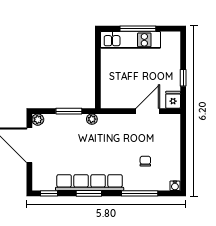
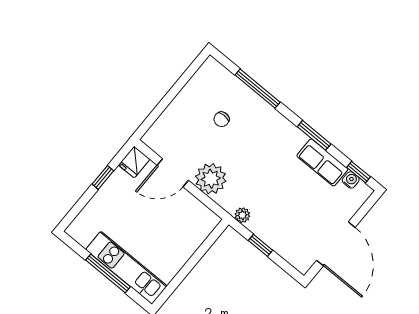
window: (69, 111) -> (261, 245), width x0.67
plant: (38, 120) -> (211, 179), moved, width x1.87, depth x1.87
row of seats: (90, 183) -> (322, 162), width x0.50
water cooler: (175, 186) -> (351, 180), moved

